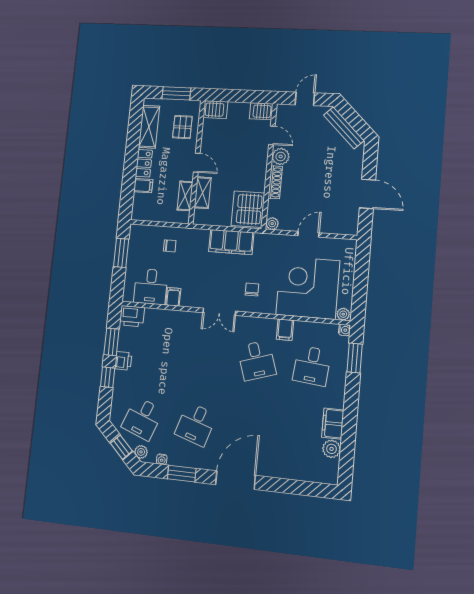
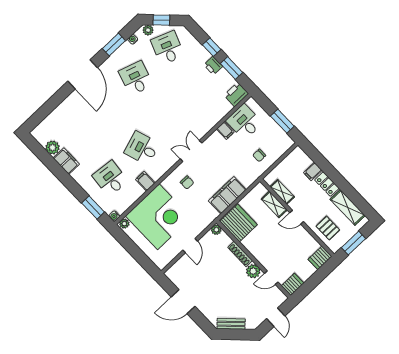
bench: (344, 128) -> (231, 324), width x0.73

